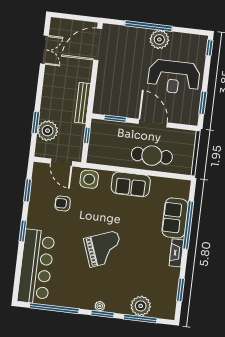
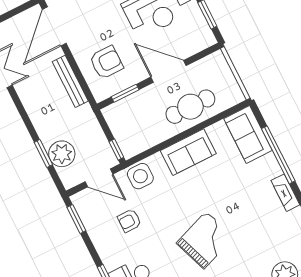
armchair: (116, 90) -> (106, 62), added
bench: (83, 103) -> (70, 81), moved
window: (87, 135) -> (116, 150), moved
window: (28, 190) -> (76, 219), moved
sofa: (175, 218) -> (248, 134), moved

